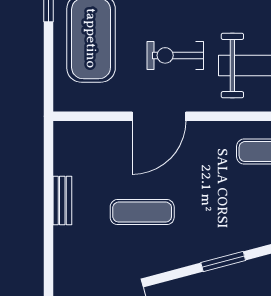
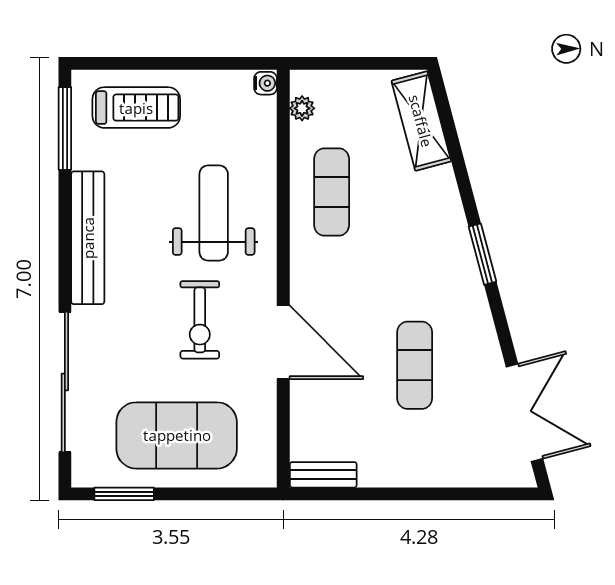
bench: (62, 200) -> (323, 475), moved

